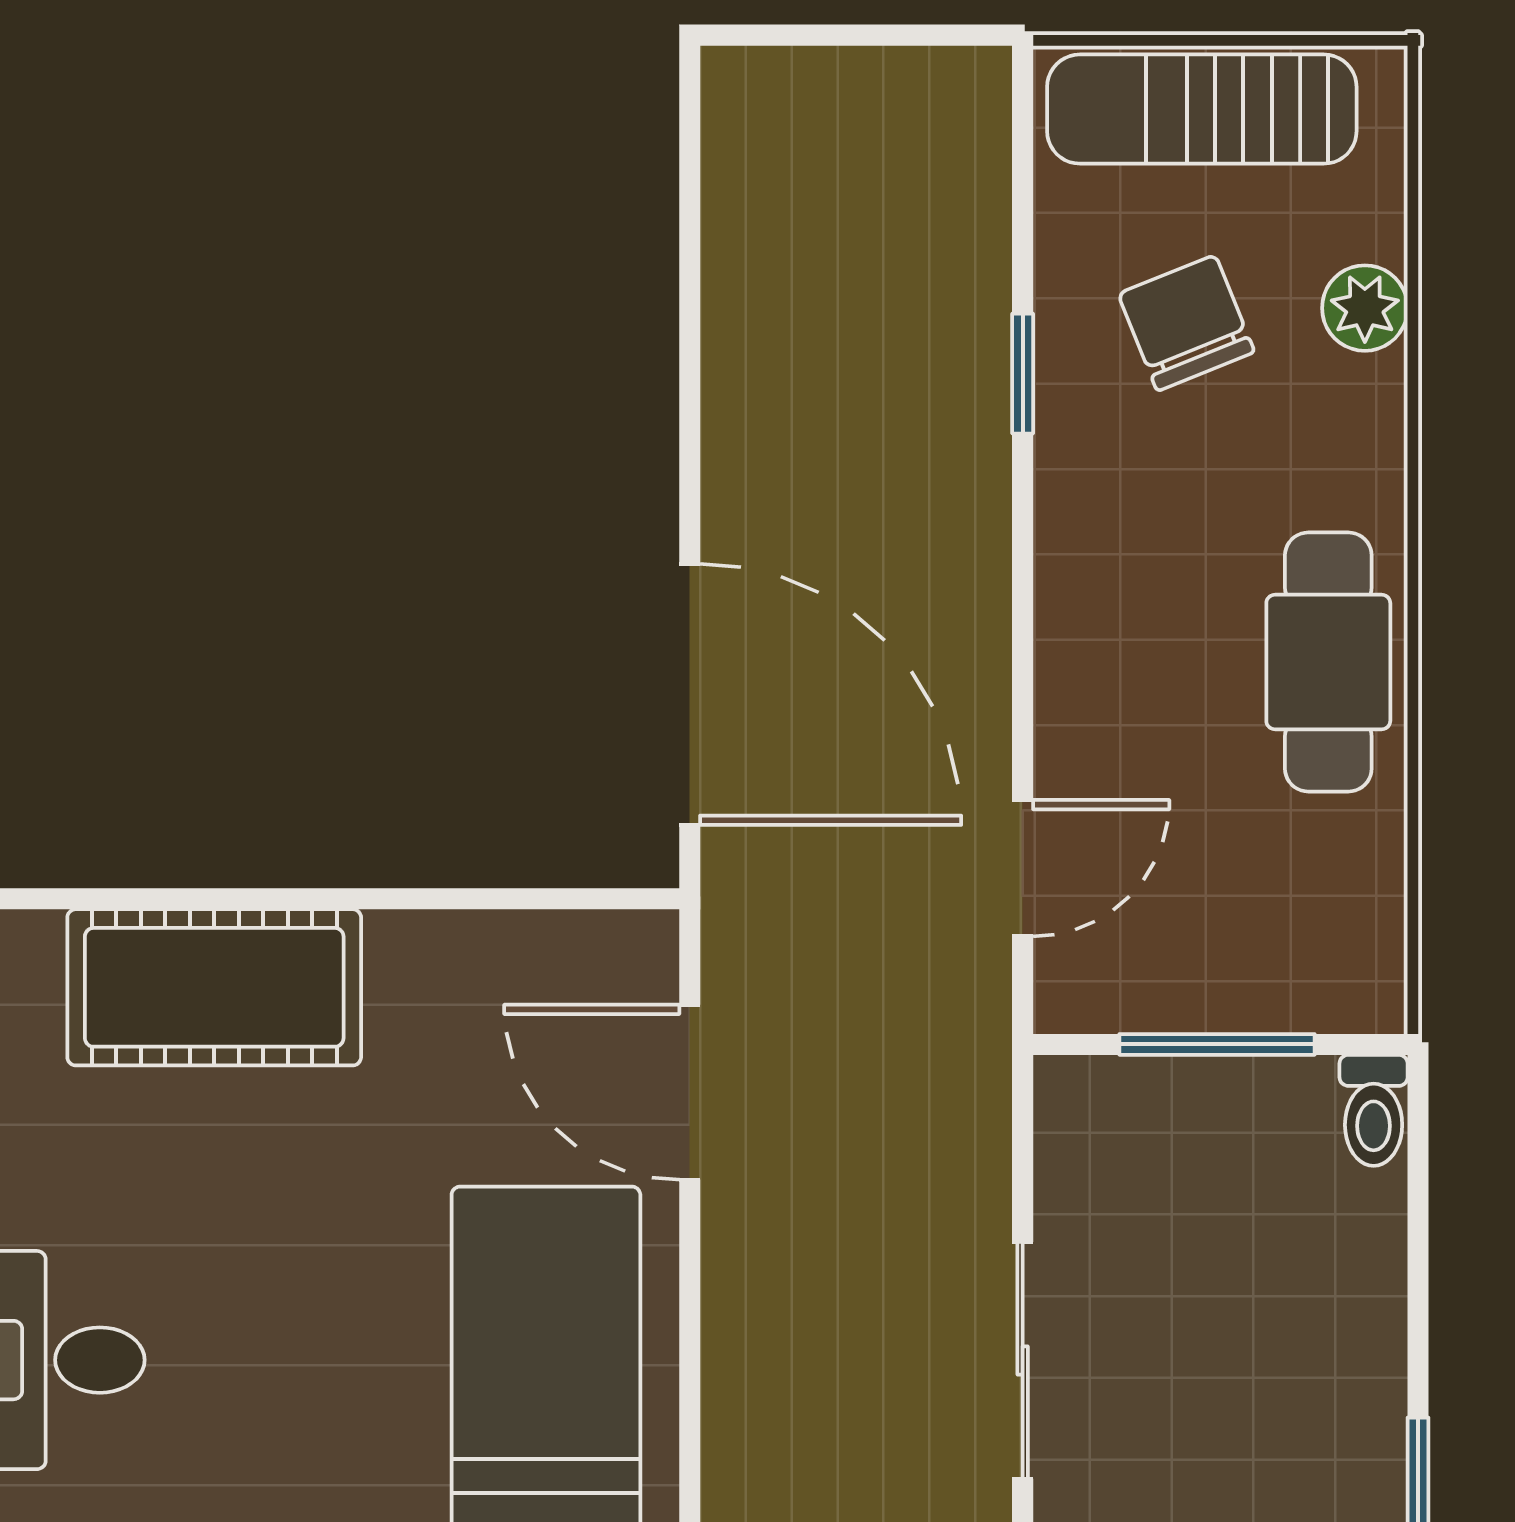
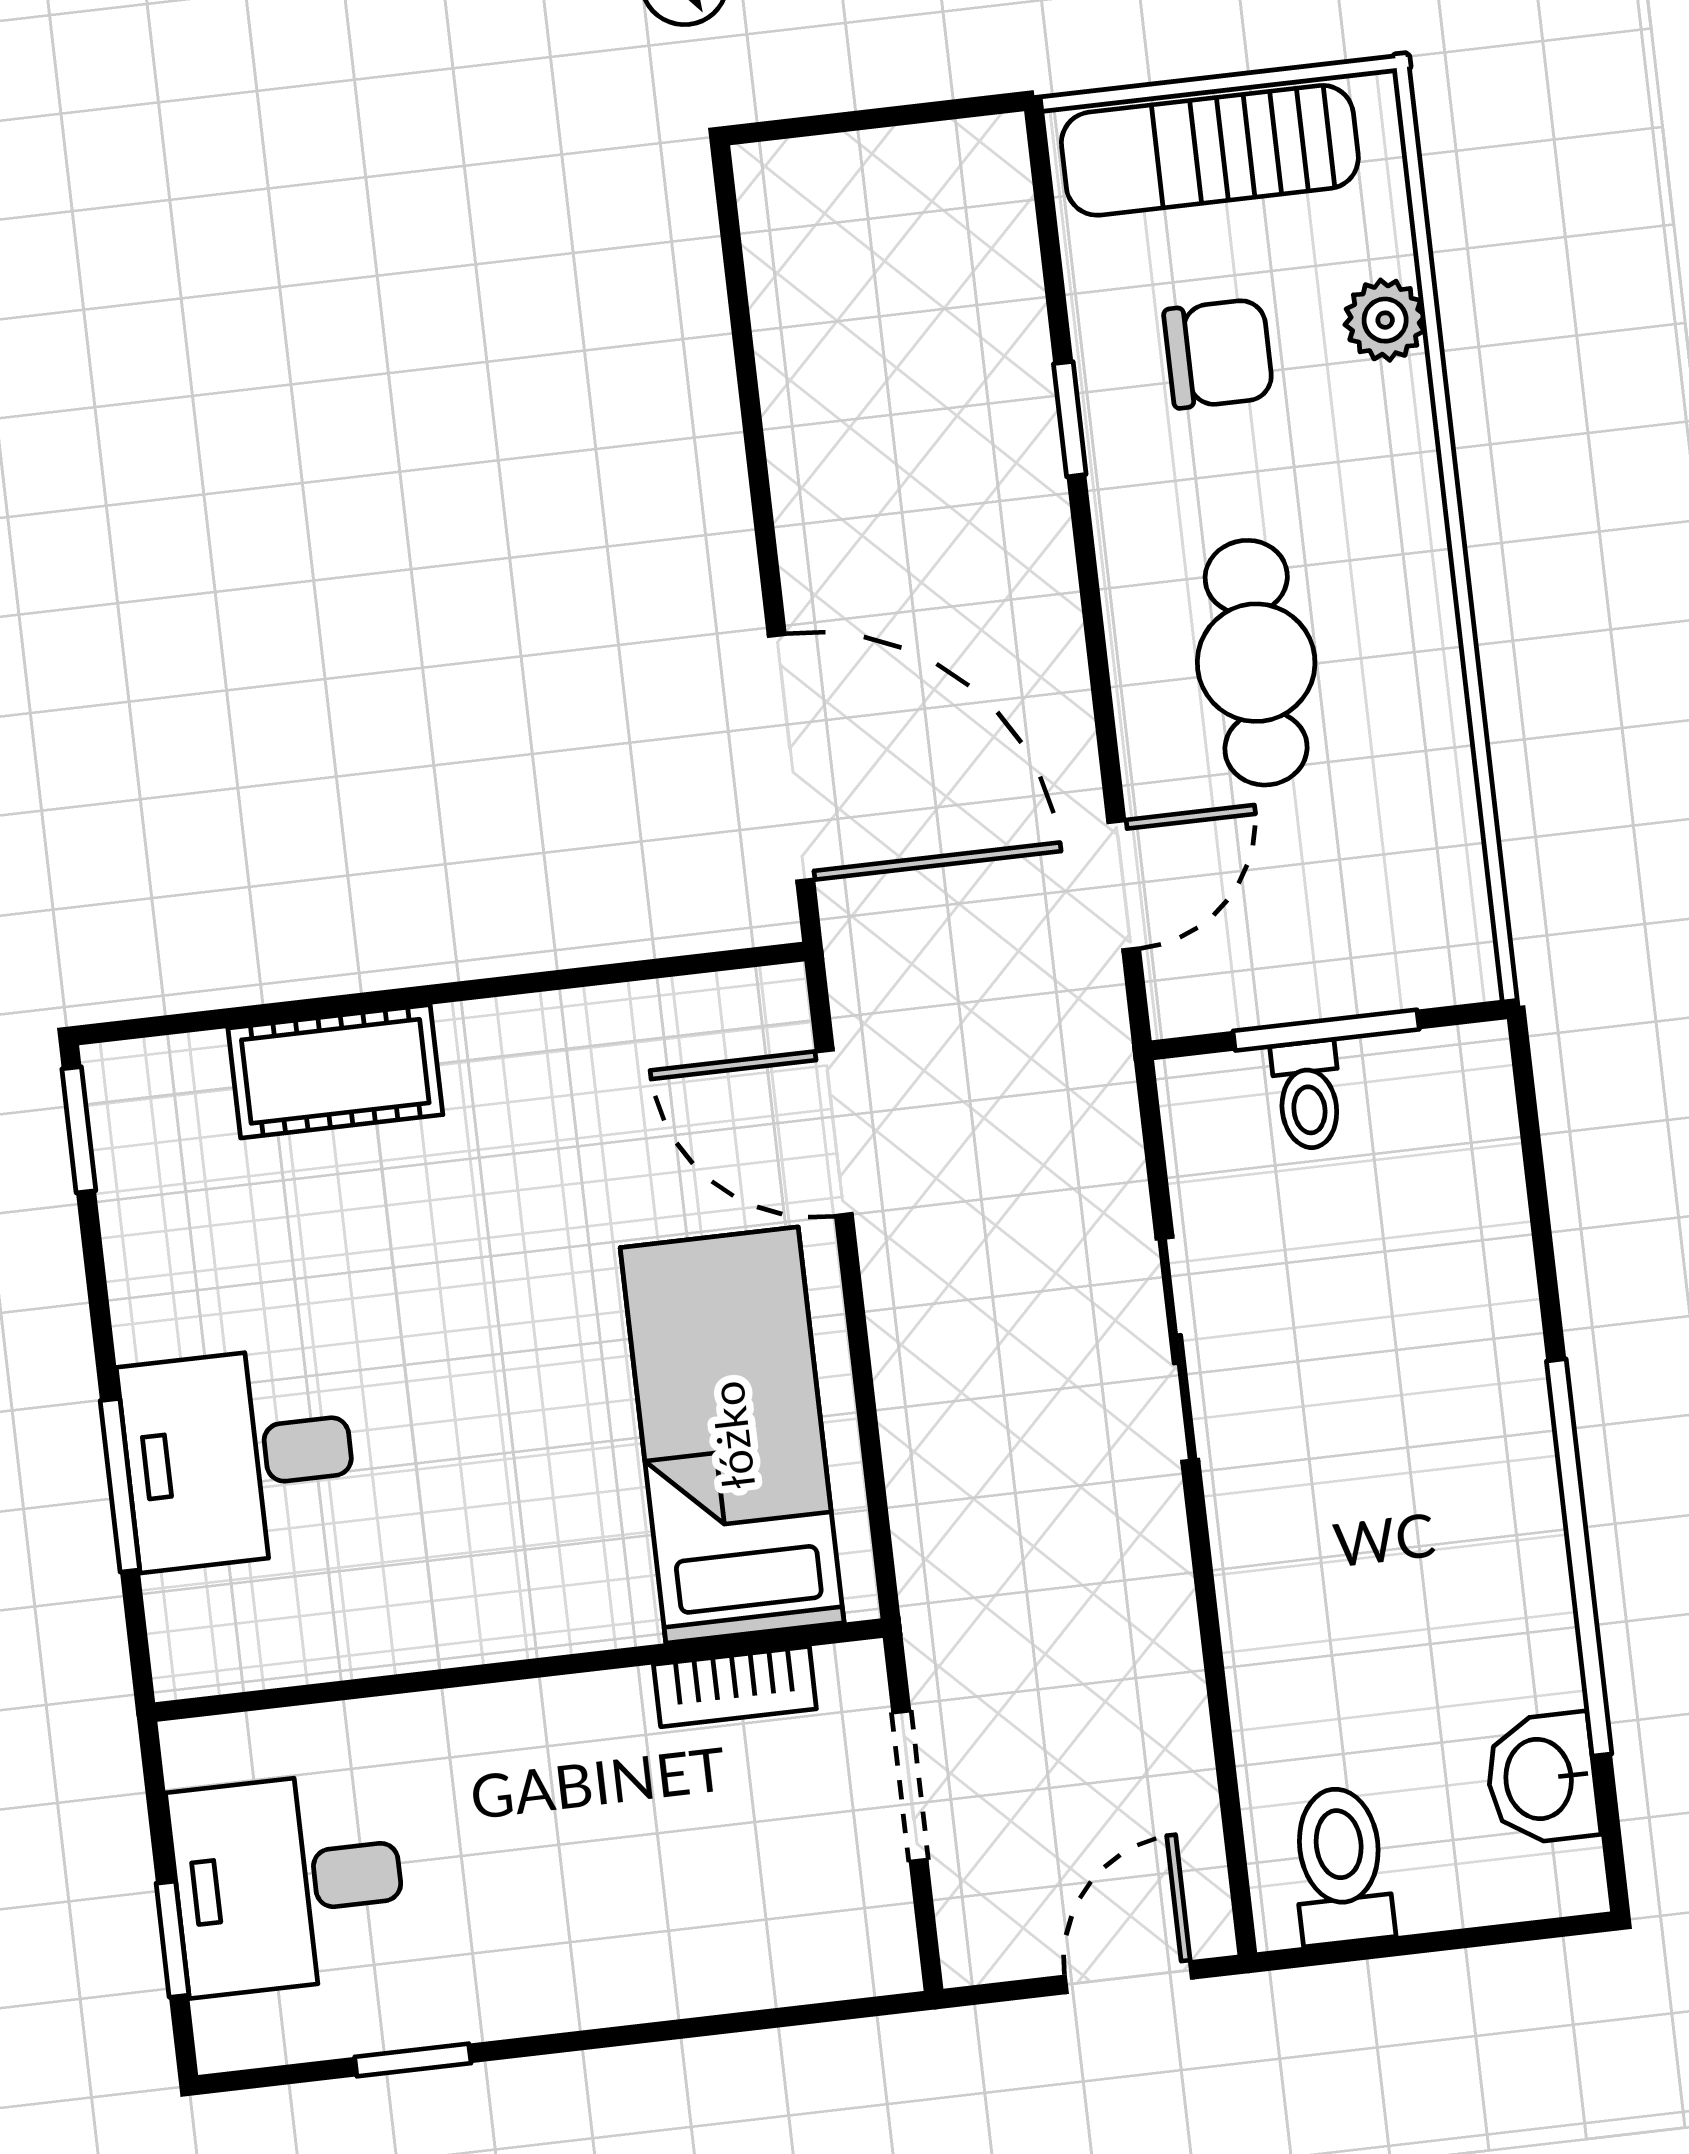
chair: (1186, 323) -> (1218, 354), turned 112
cafe table: (1328, 662) -> (1256, 663), moved
cot: (214, 987) -> (335, 1071), width x0.73, depth x0.75
toilet: (1374, 1110) -> (1308, 1095), moved

